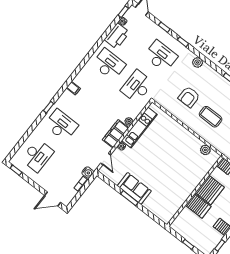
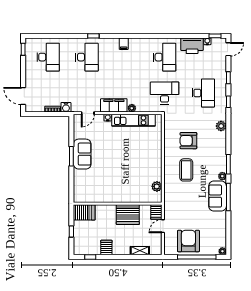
desk: (37, 156) -> (48, 57), turned -90
server rack: (198, 206) -> (84, 212), moved, turned -90

